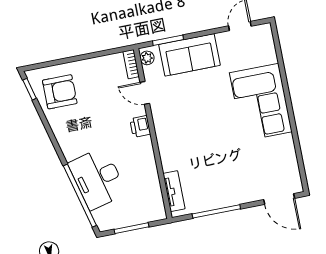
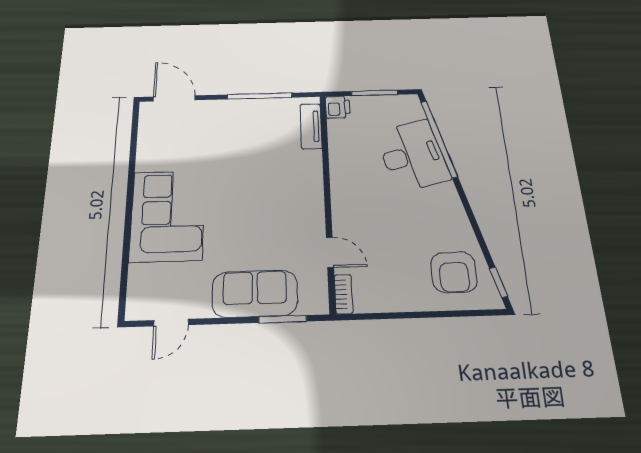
plant: (147, 58) -> (318, 299), removed
armchair: (60, 92) -> (454, 272), turned -90
printer: (140, 126) -> (338, 107), moved

